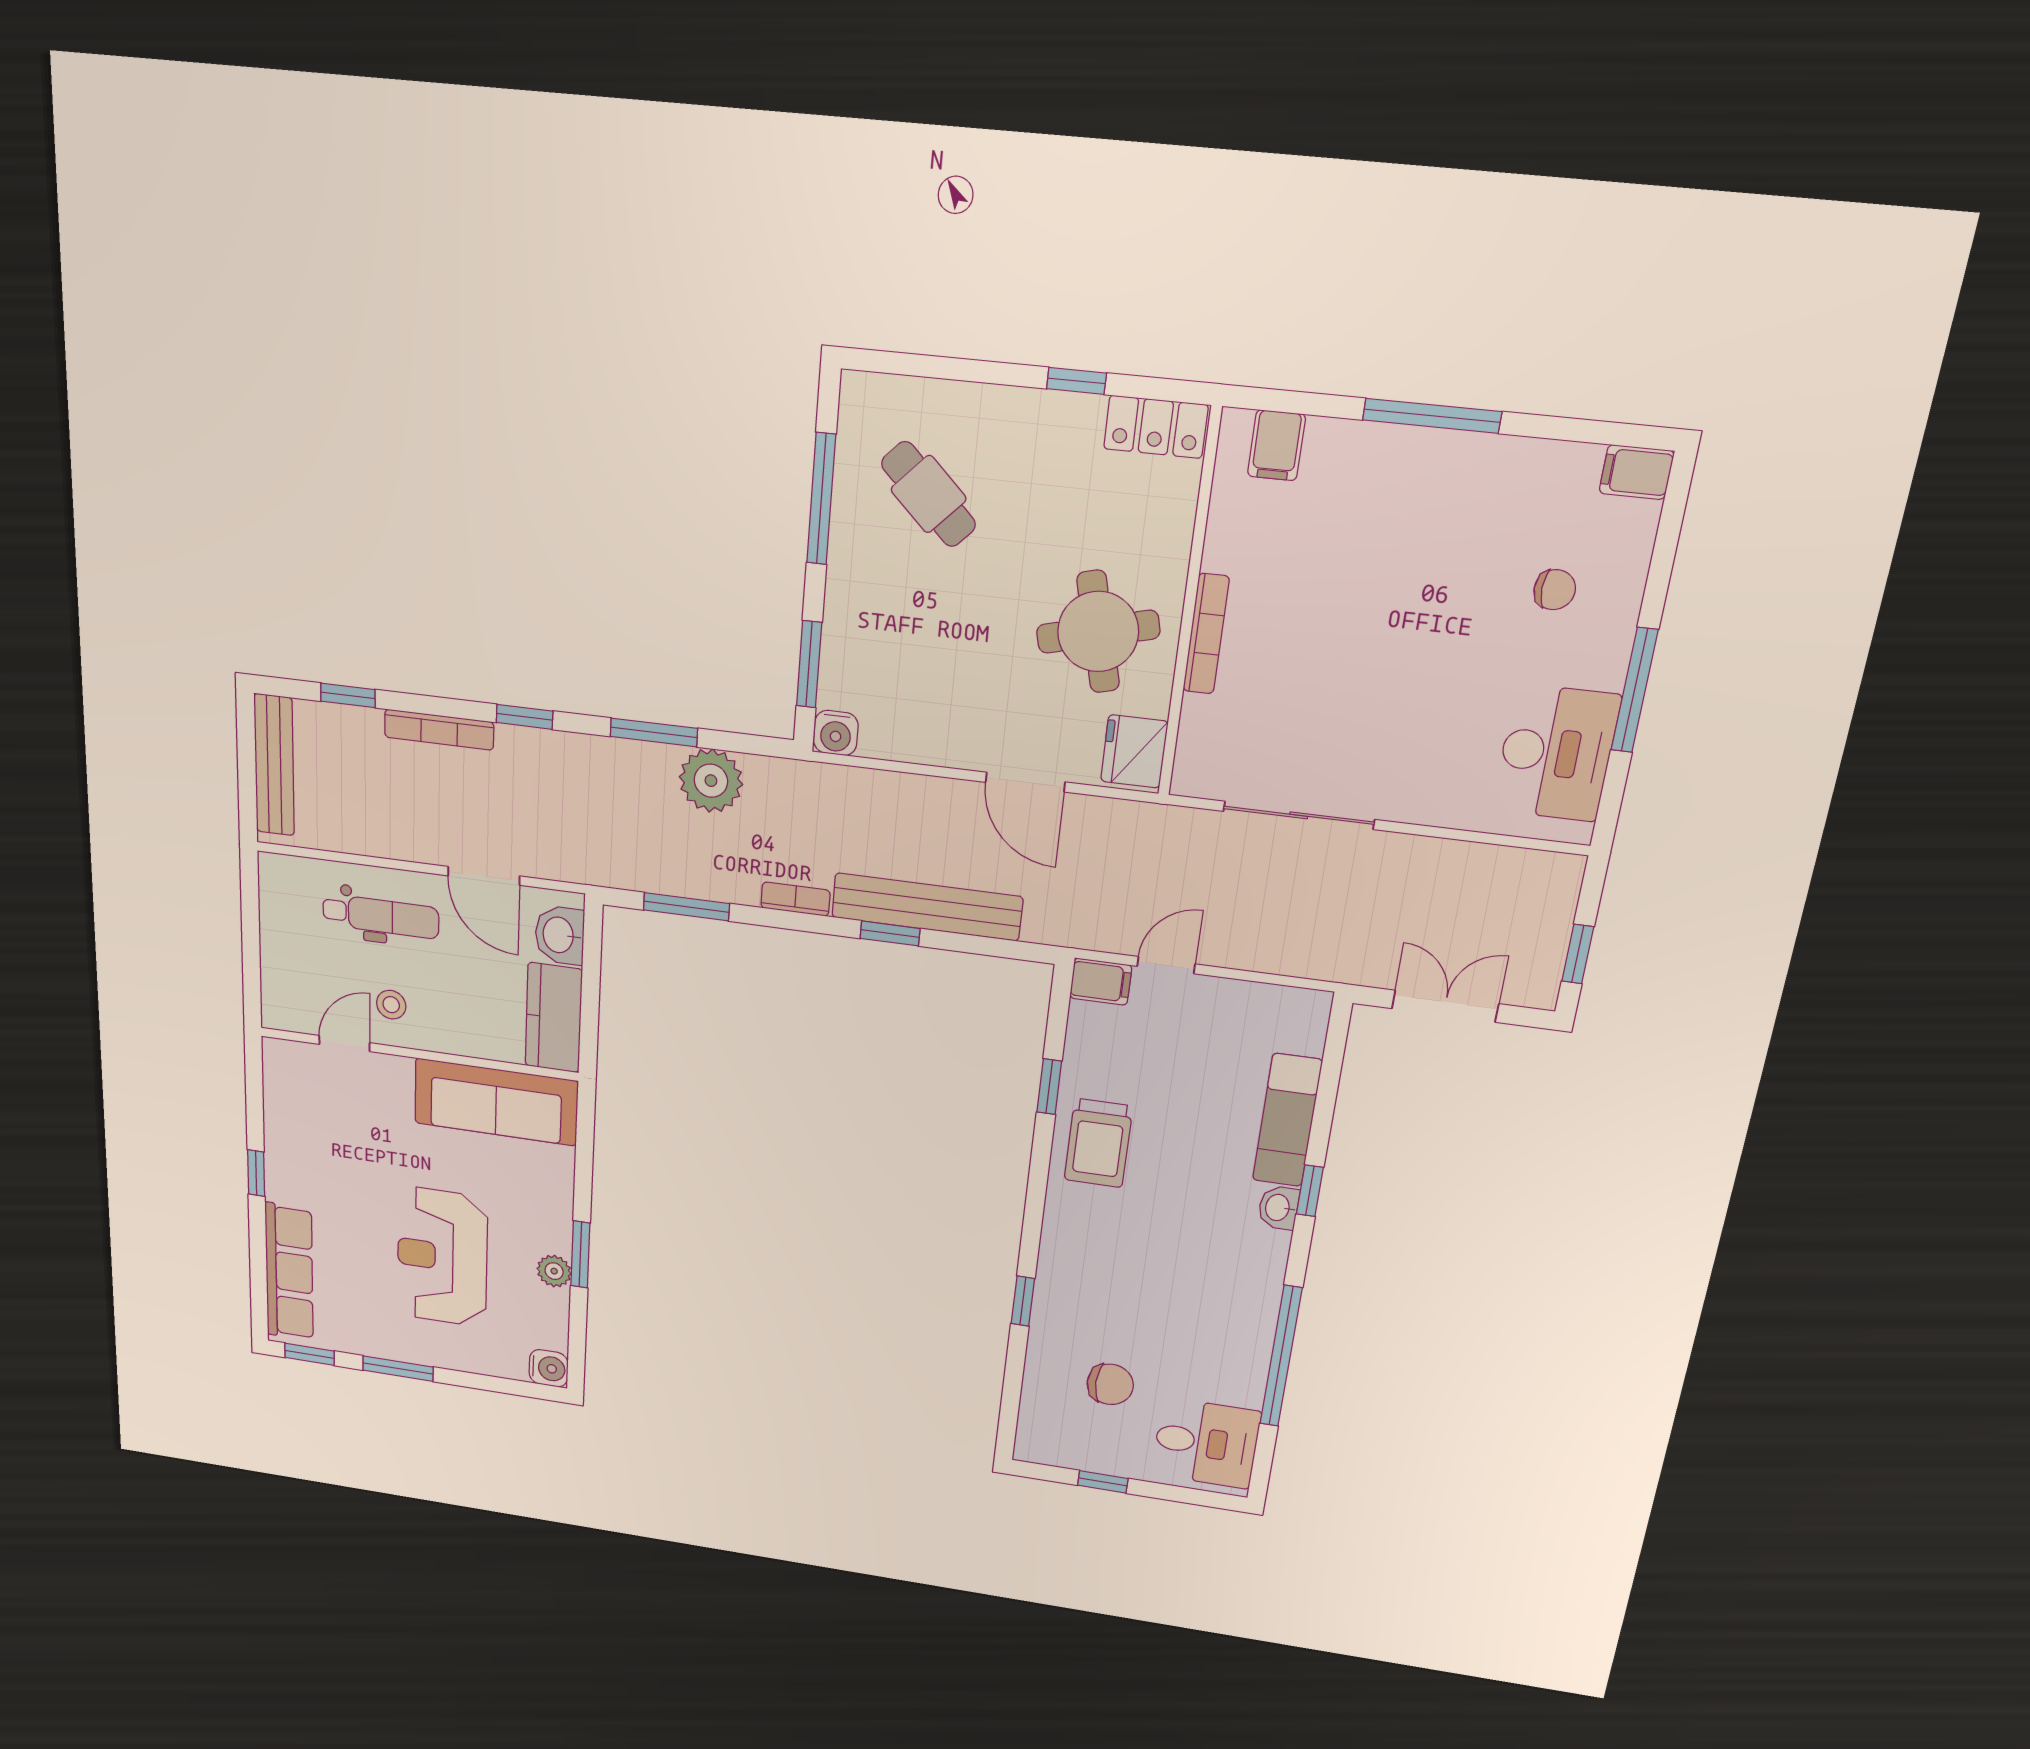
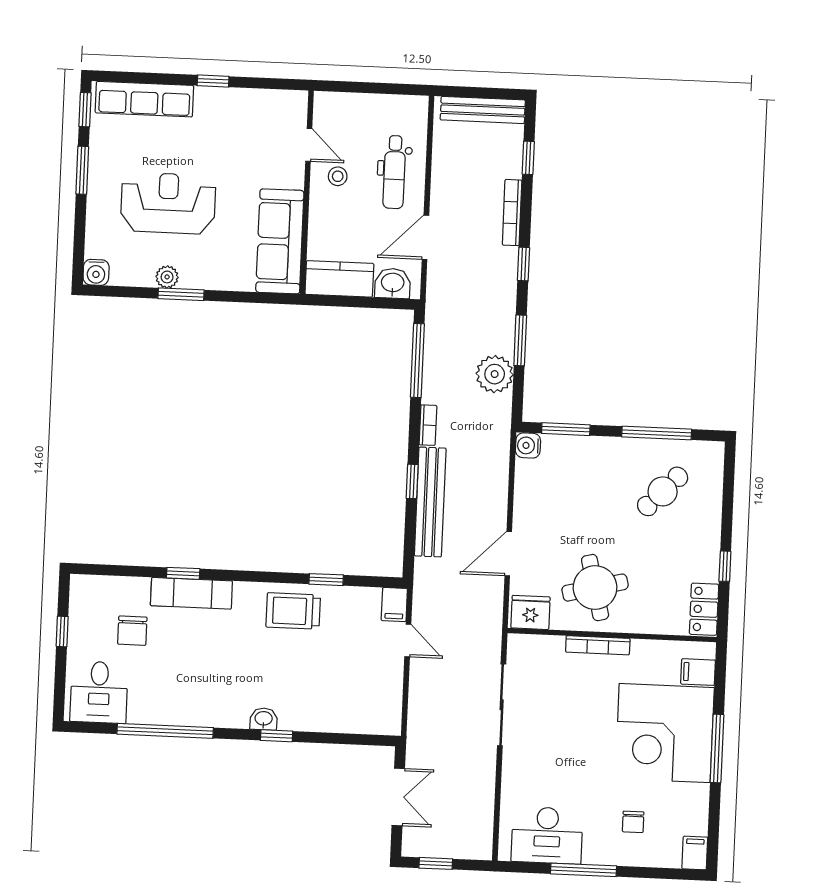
corner desk: (1388, 518) -> (665, 733), added
window: (686, 907) -> (417, 360), width x1.44
exam couch: (1287, 1120) -> (191, 593), moved, turned 180

